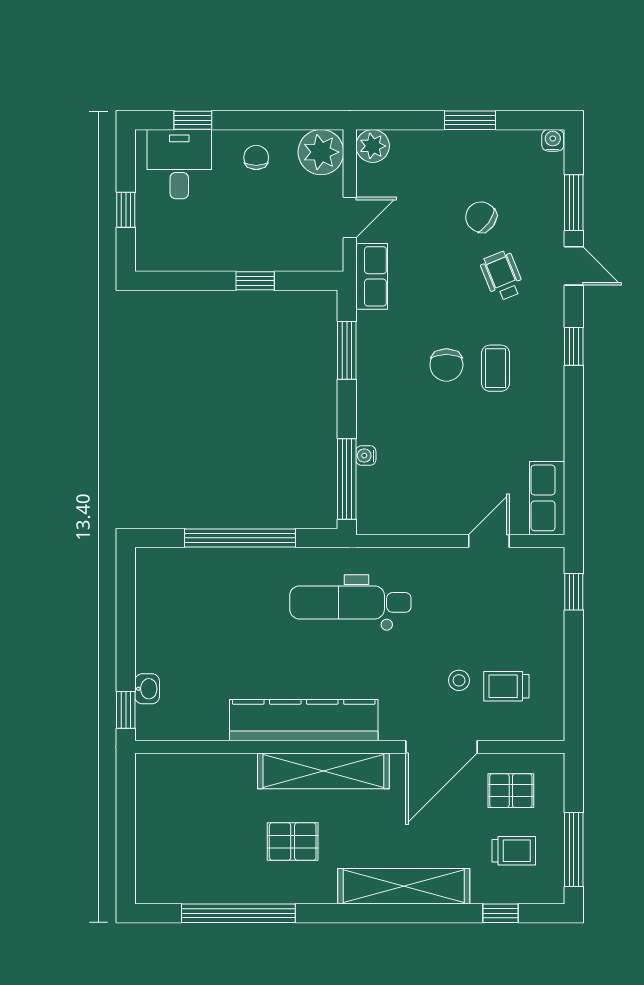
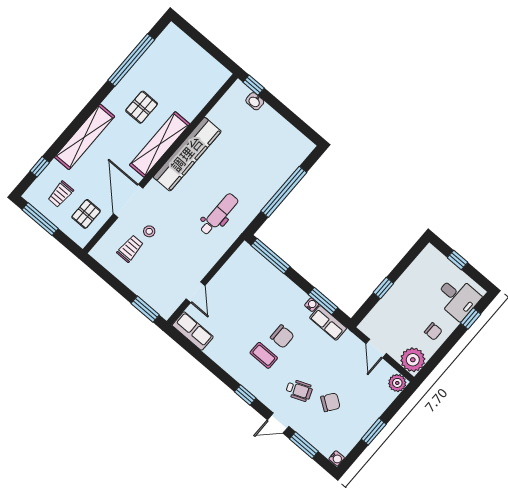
row of seats: (372, 276) -> (328, 323), moved
chair: (446, 365) -> (282, 336), turned 180
water cooler: (366, 456) -> (312, 305), moved
window: (574, 592) -> (145, 309), width x1.50
dental chair: (350, 602) -> (219, 214), width x0.73, depth x0.72

